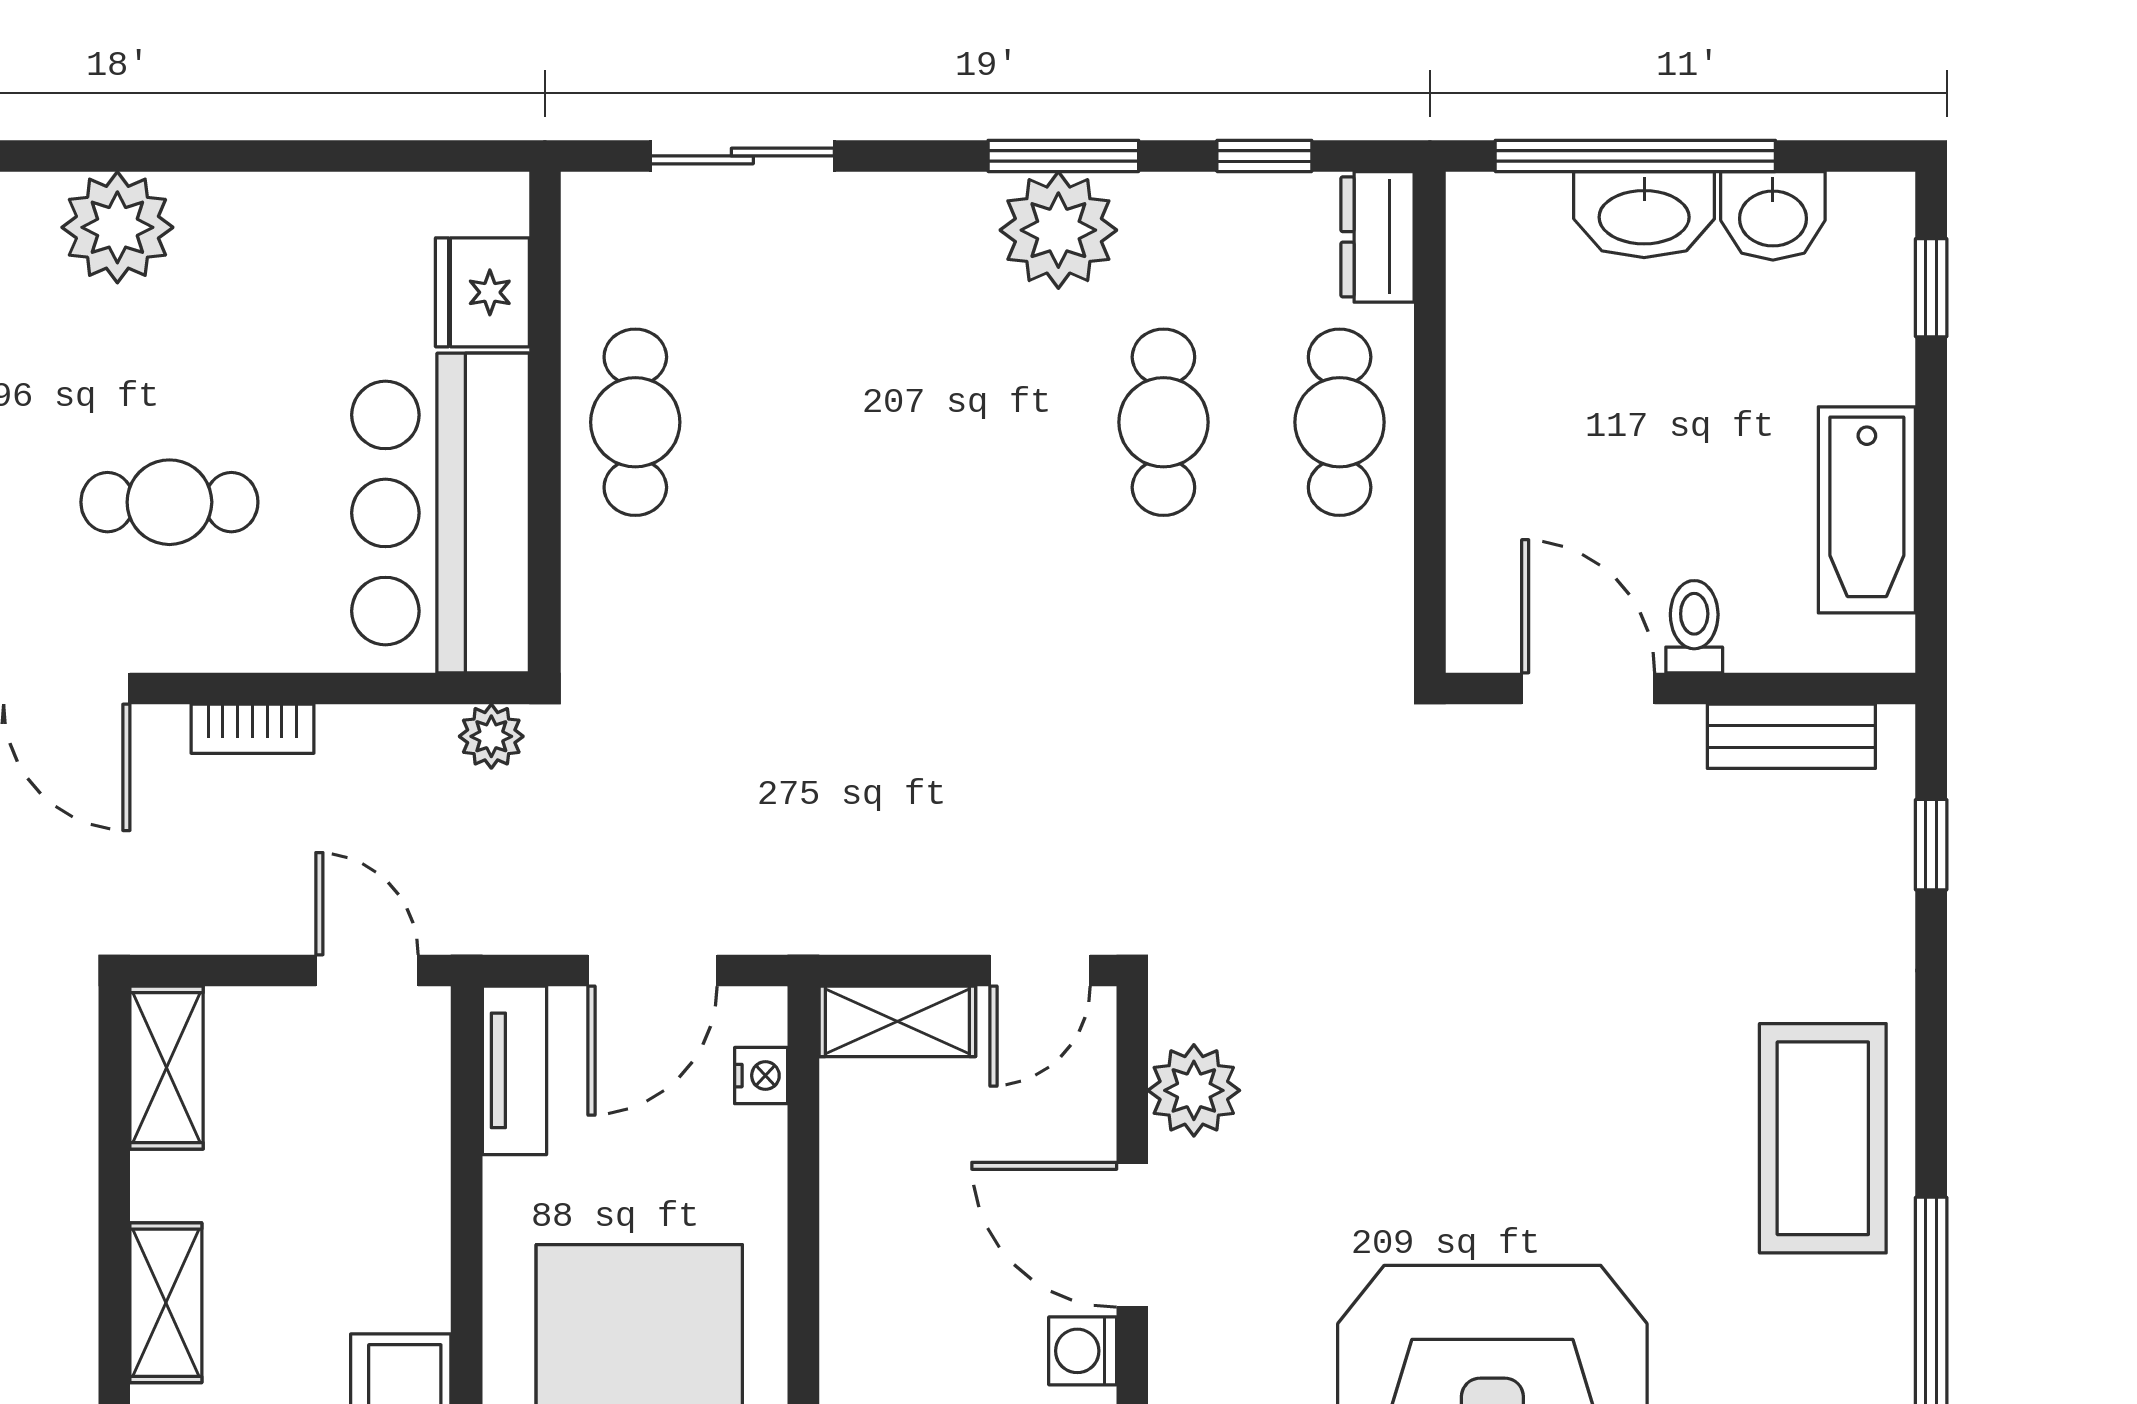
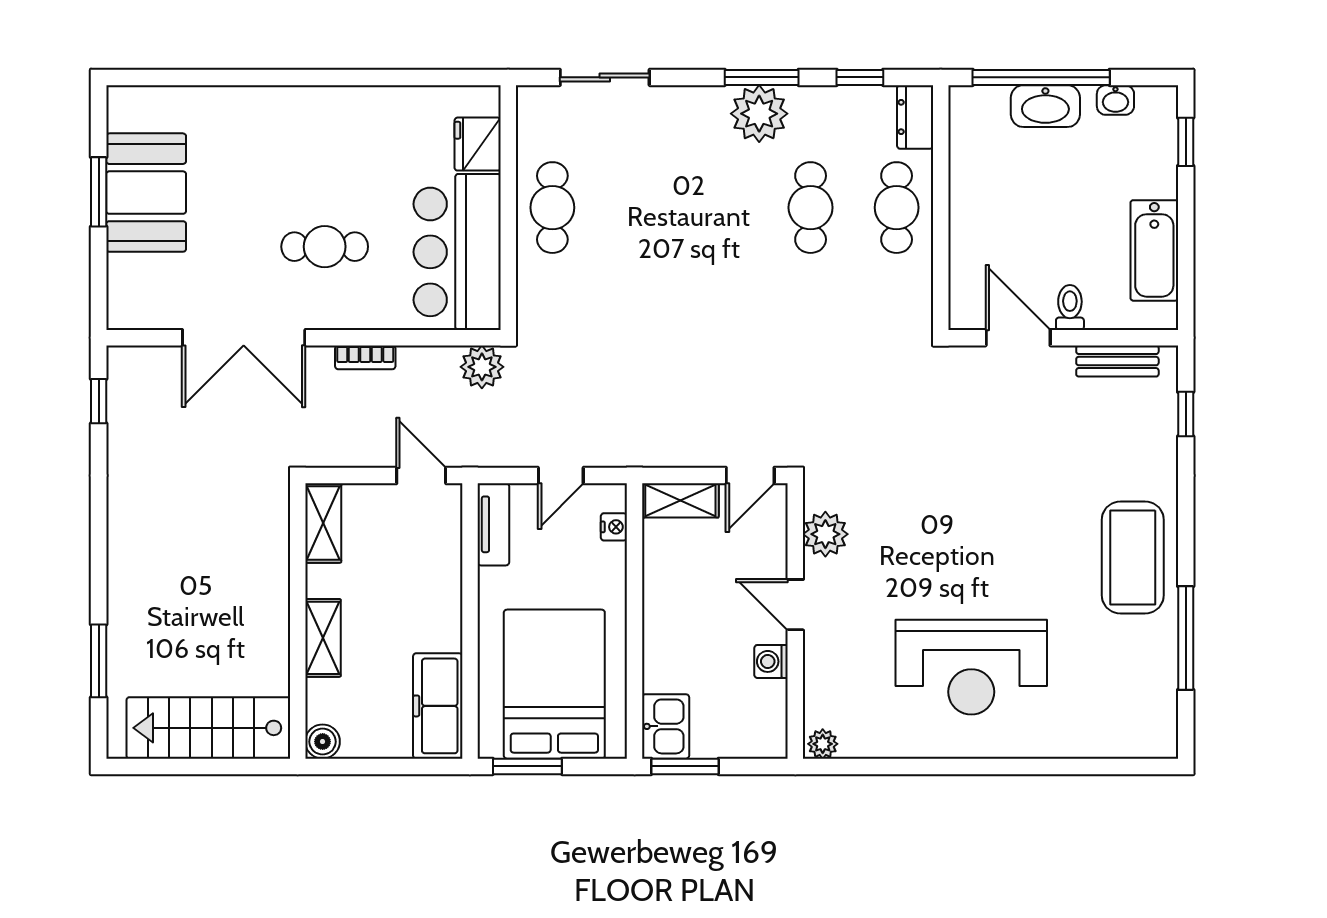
washbasin: (1773, 216) -> (1115, 100), width x0.72, depth x0.69
plant: (117, 227) -> (299, 112), removed
plant: (491, 736) -> (482, 367), width x1.38, depth x1.38
door: (653, 970) -> (561, 476), width x0.73
door: (1132, 1235) -> (795, 605), width x0.73

